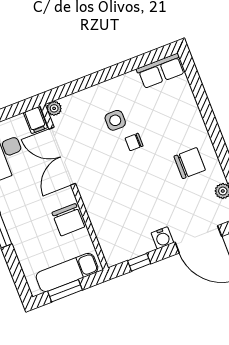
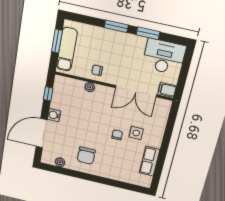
row of seats: (161, 71) -> (150, 161), moved
plant: (54, 108) -> (90, 87), moved
double door: (62, 156) -> (136, 91), swing flipped
chair: (68, 220) -> (97, 70), width x0.54, depth x0.54

